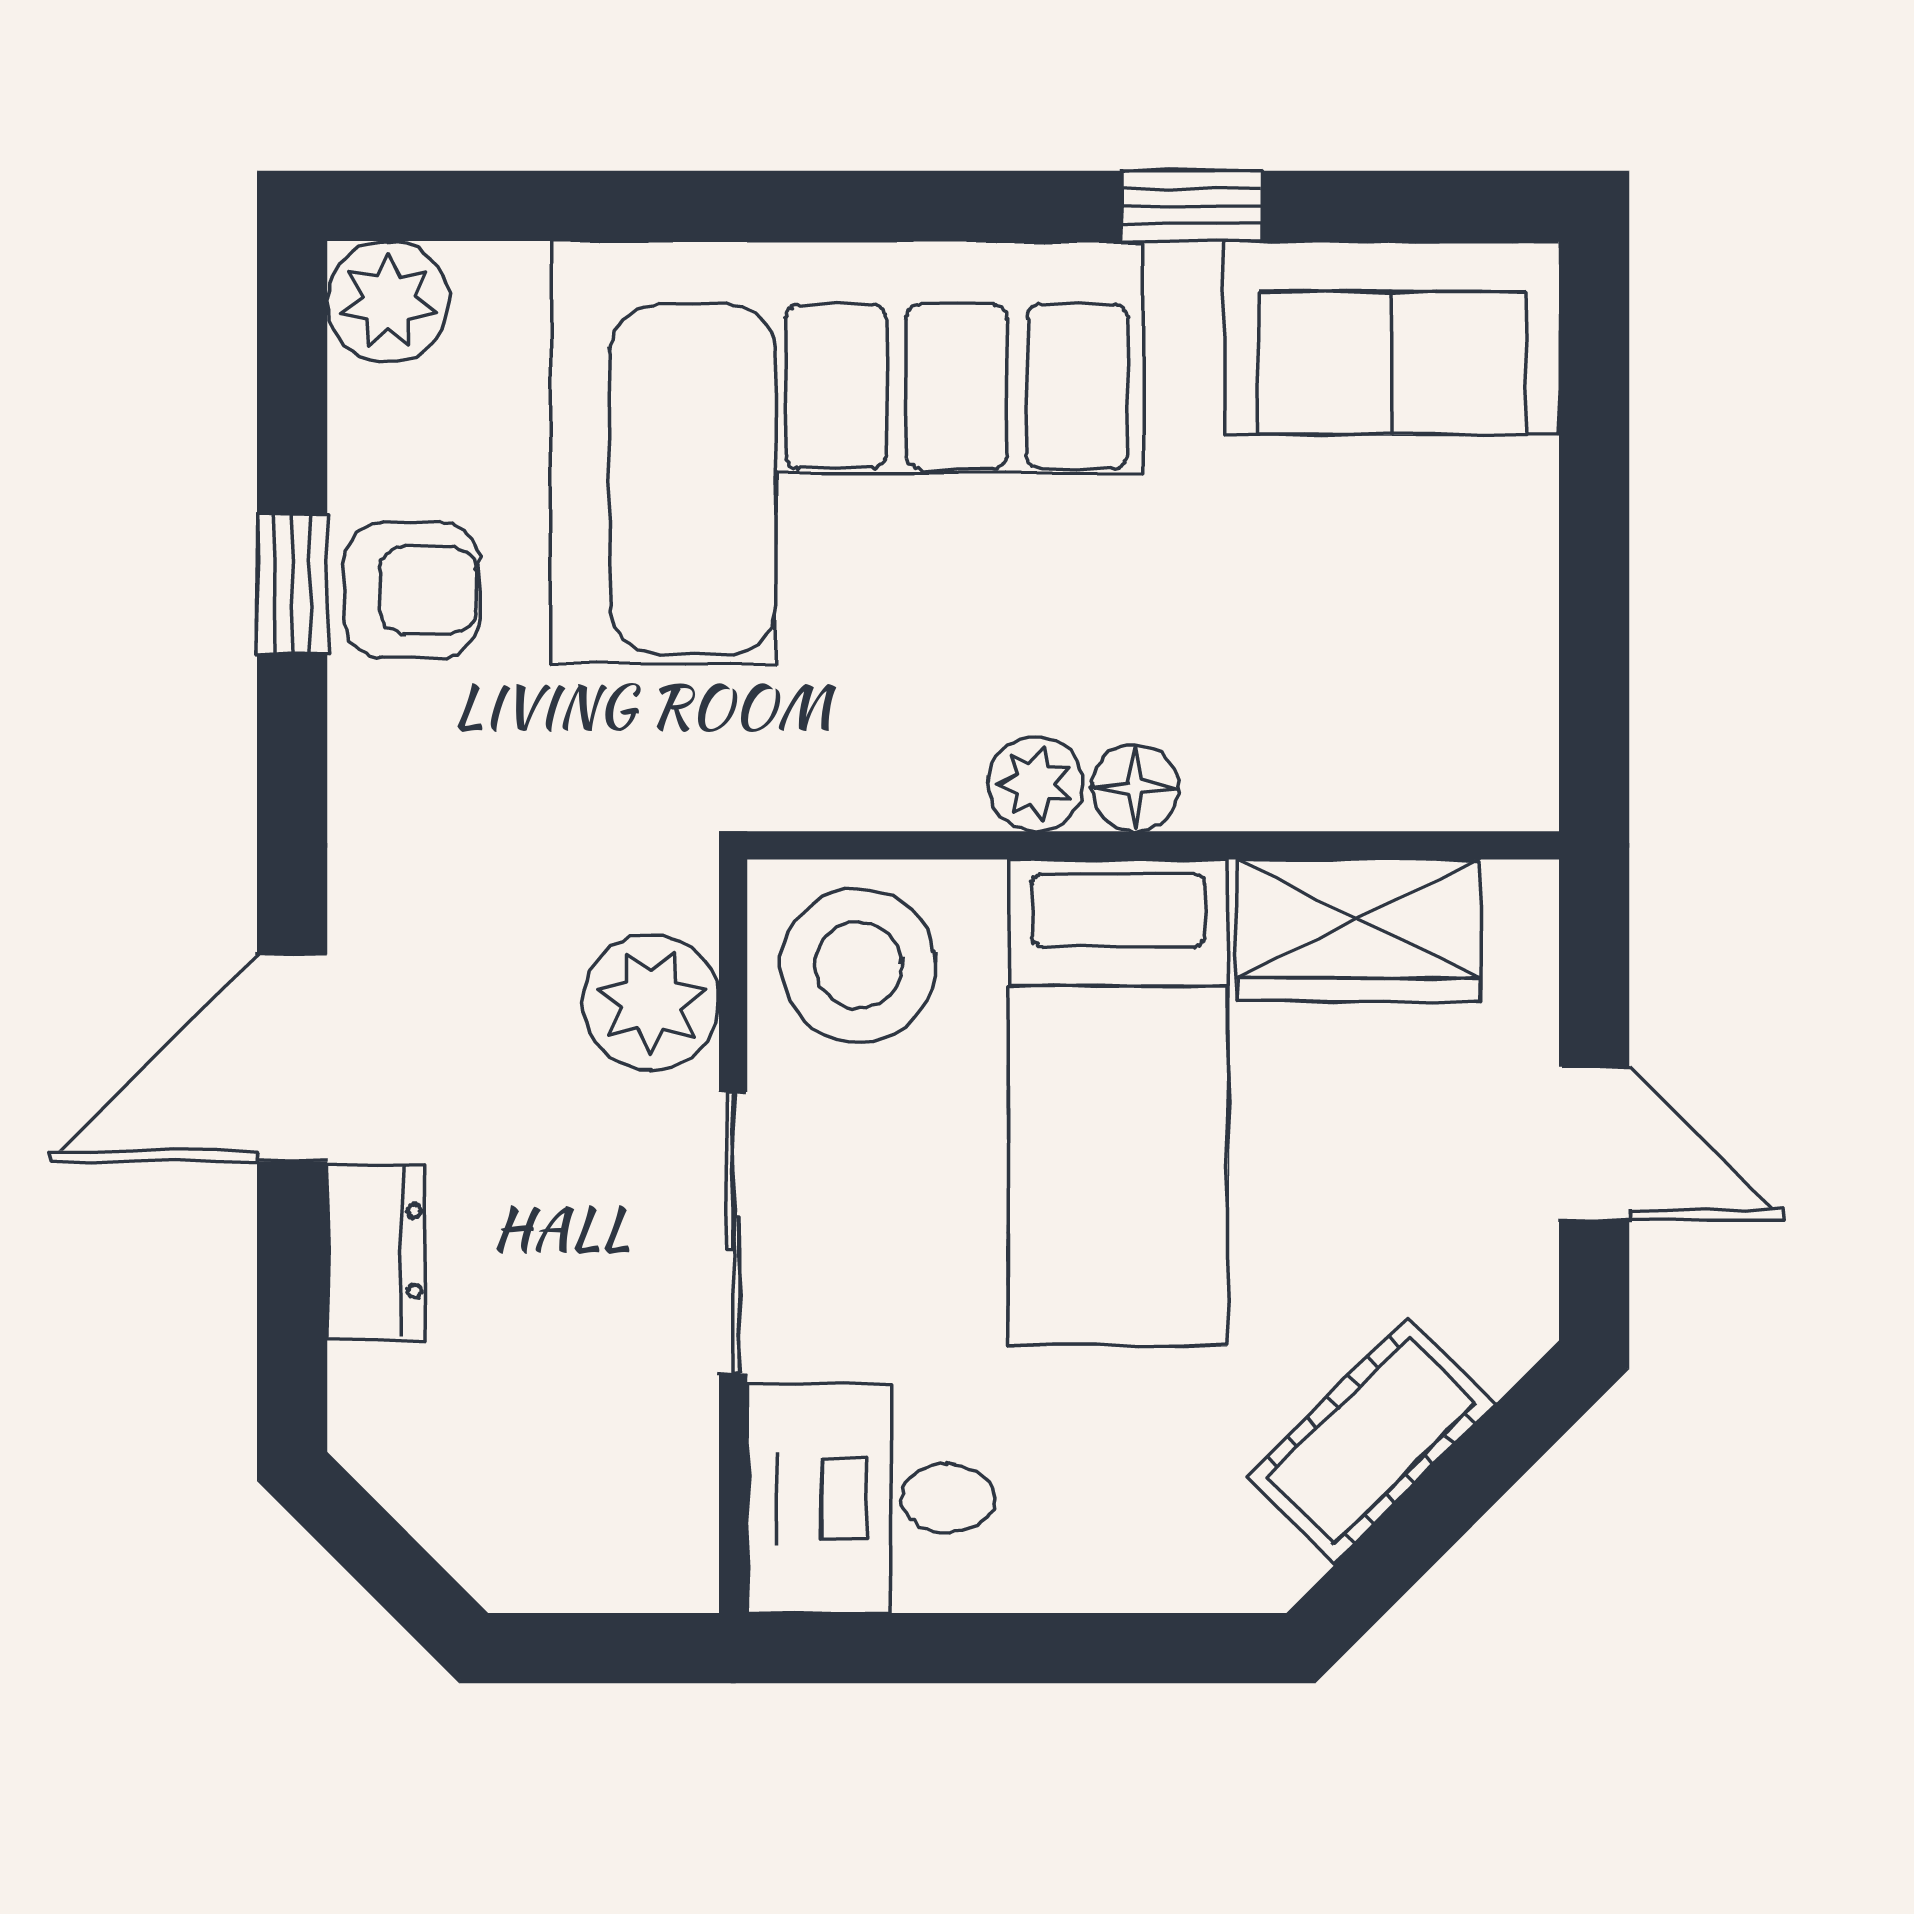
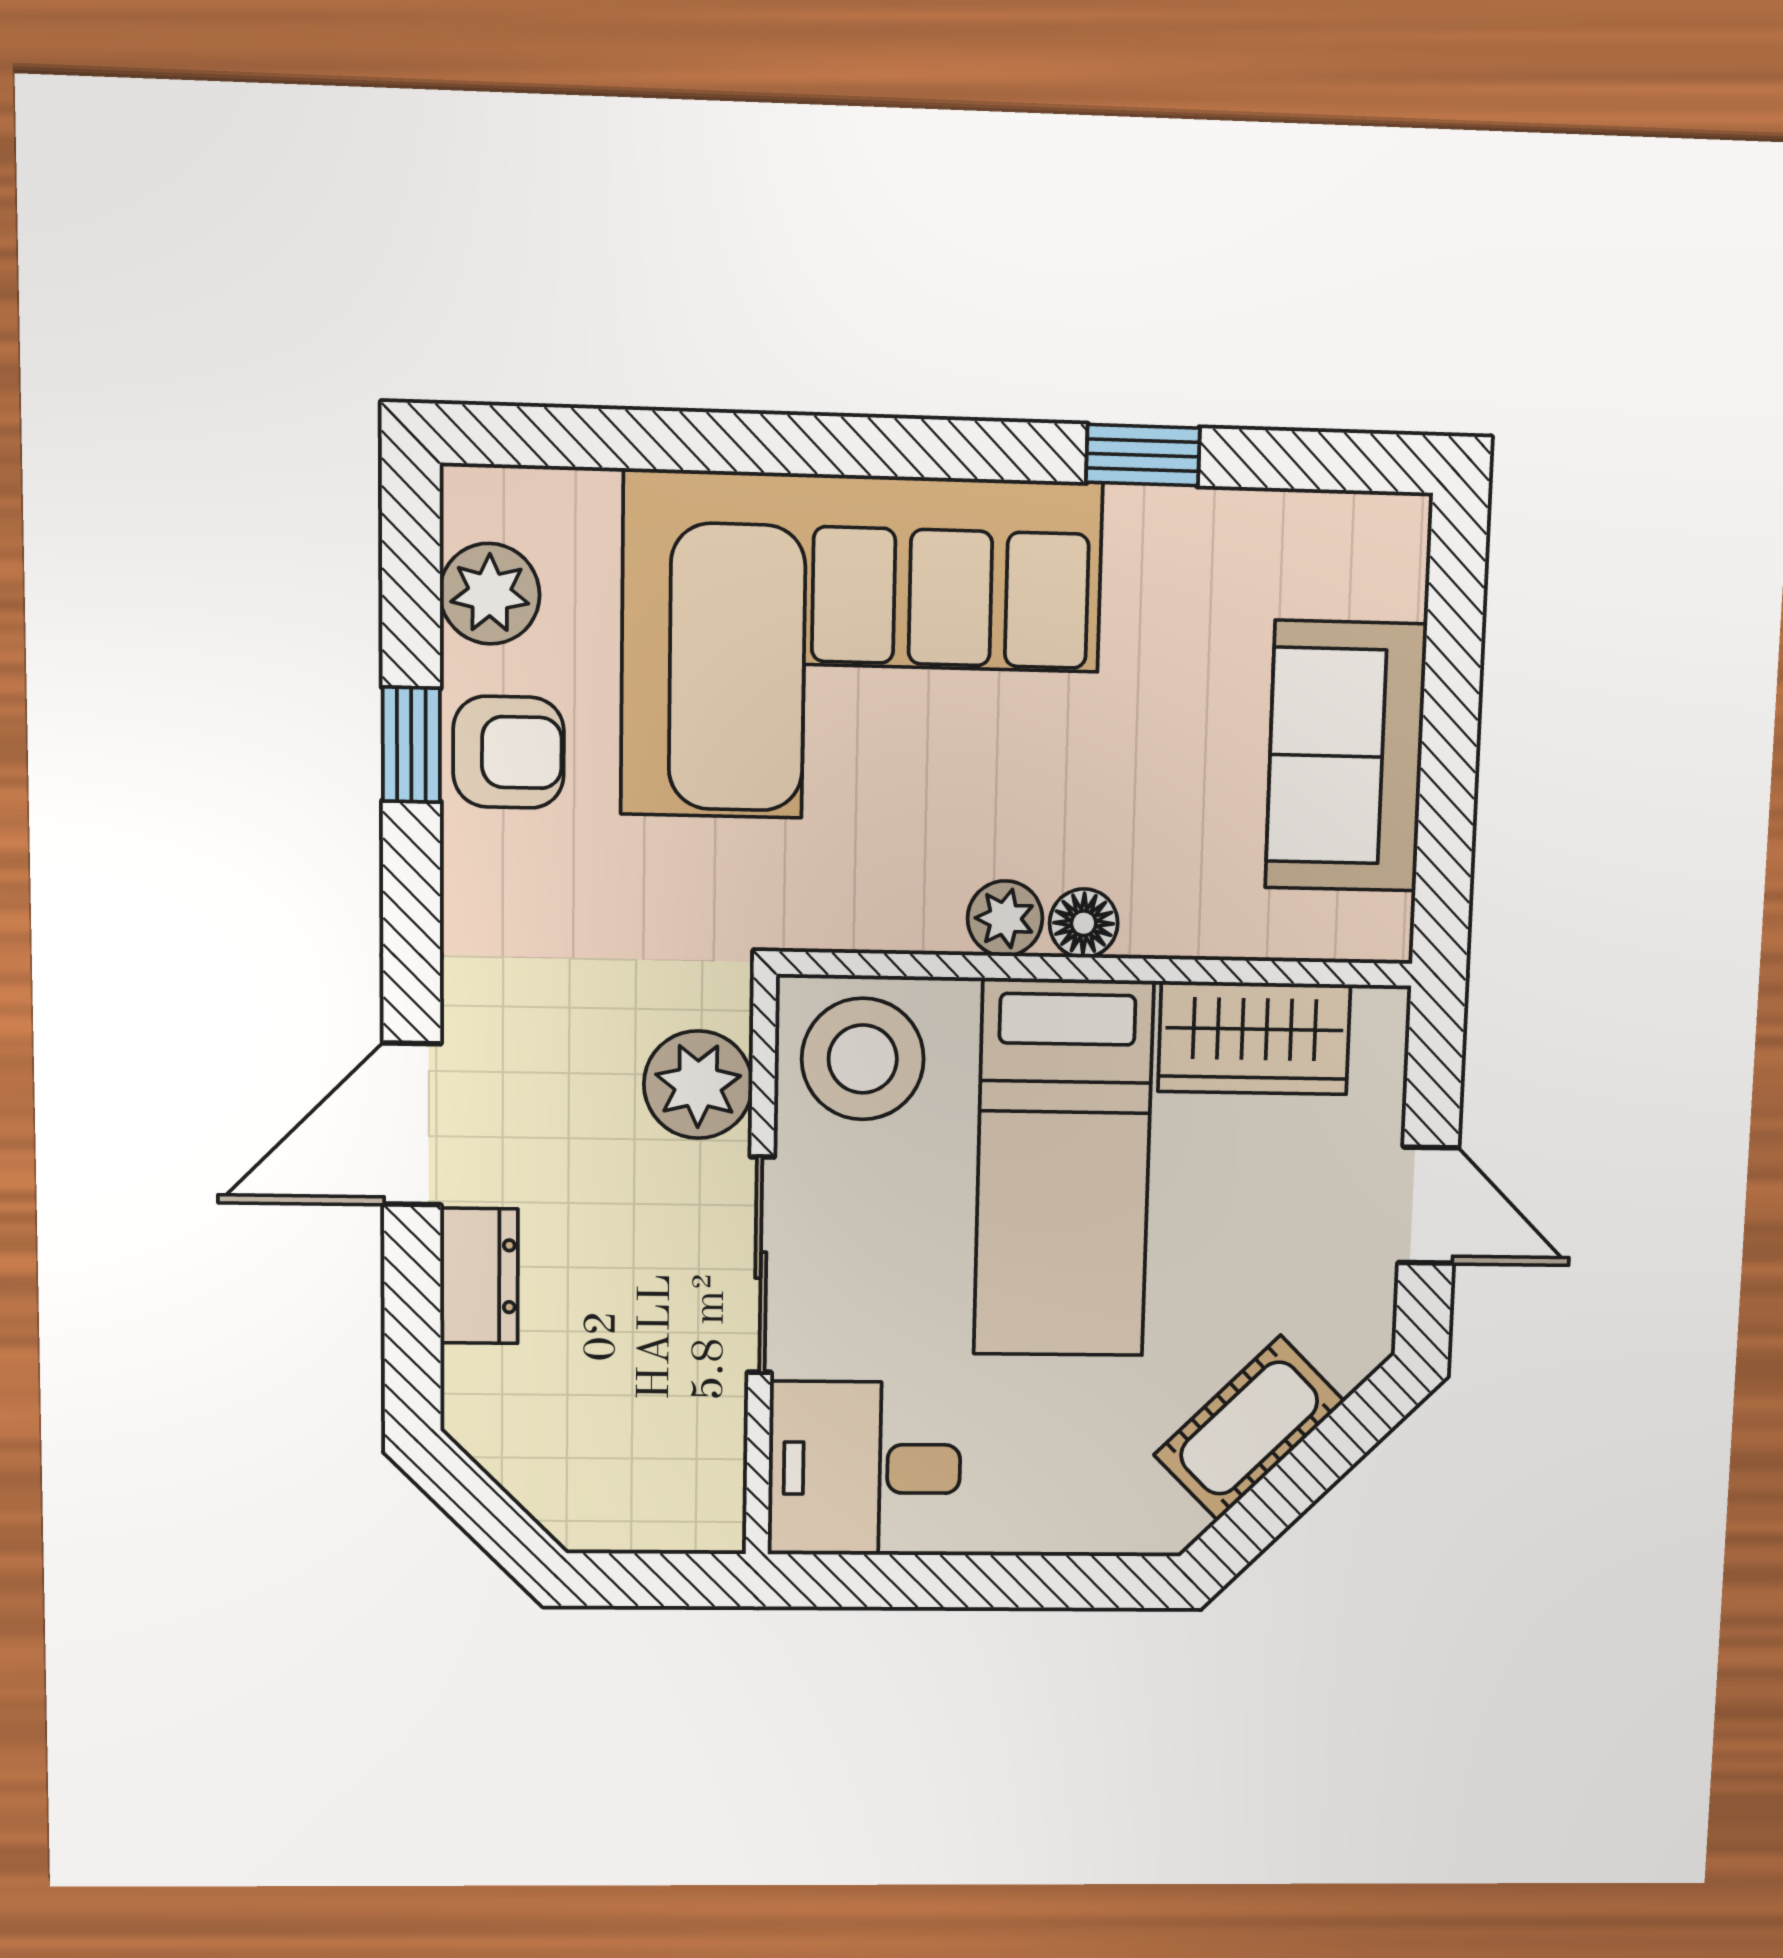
plant: (388, 302) -> (490, 594), moved
sofa: (1392, 338) -> (1346, 756), moved, turned 90

